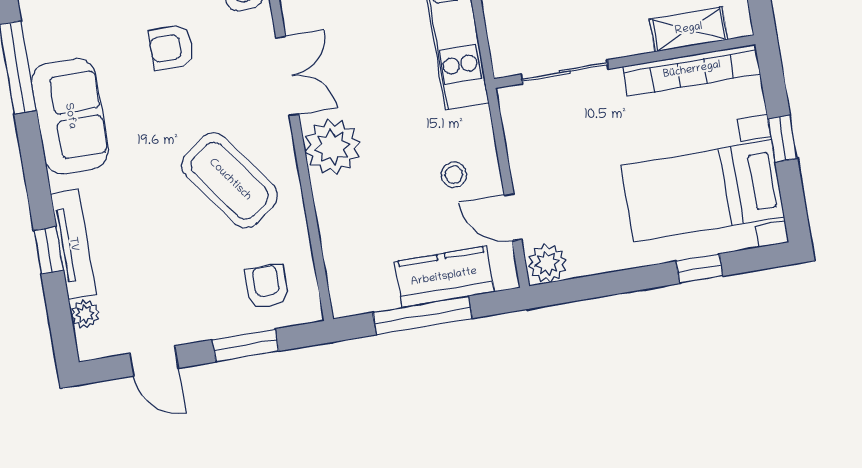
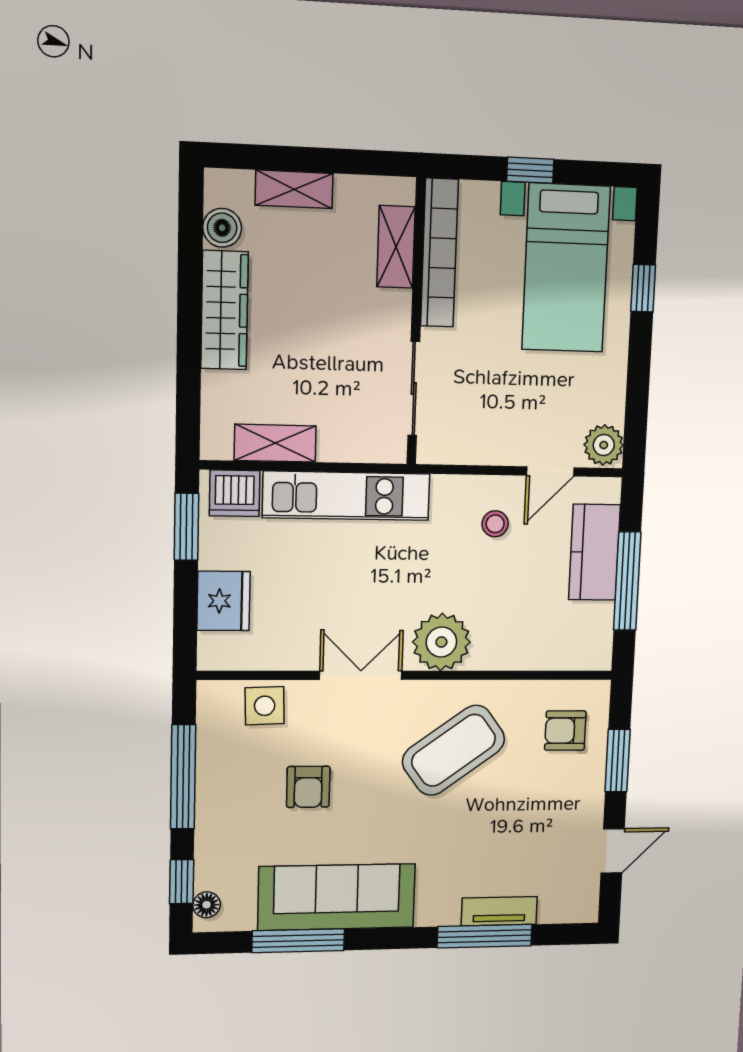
sofa: (70, 116) -> (337, 897), width x1.36
tv unit: (73, 244) -> (499, 911), width x0.71
window: (49, 250) -> (485, 936), width x2.17
plant: (85, 314) -> (553, 910), removed

